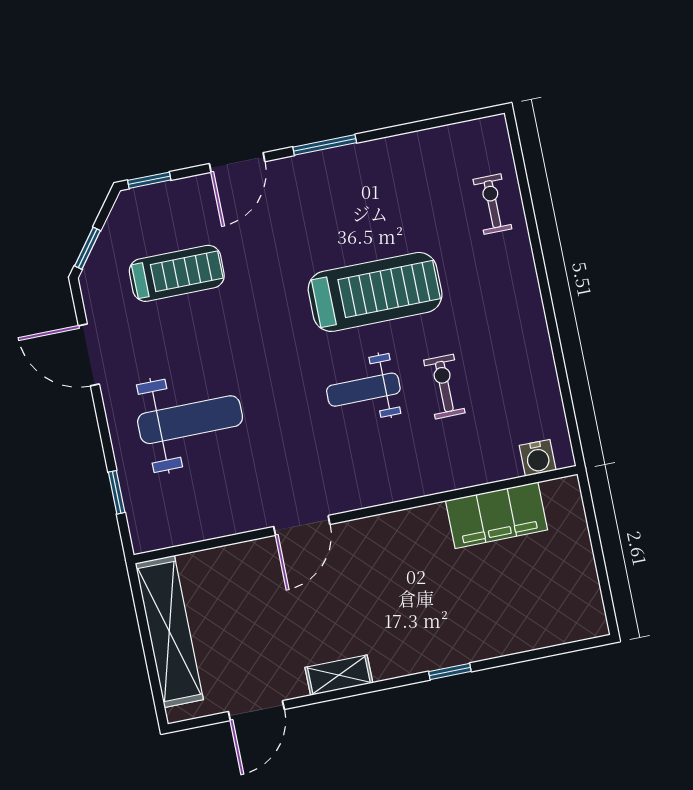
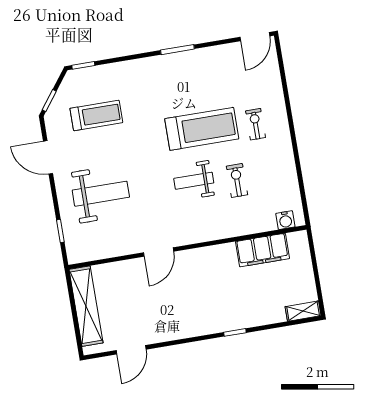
door: (237, 163) -> (255, 37), moved
exercise bike: (492, 204) -> (256, 124), moved
shelving: (339, 675) -> (303, 311), moved

